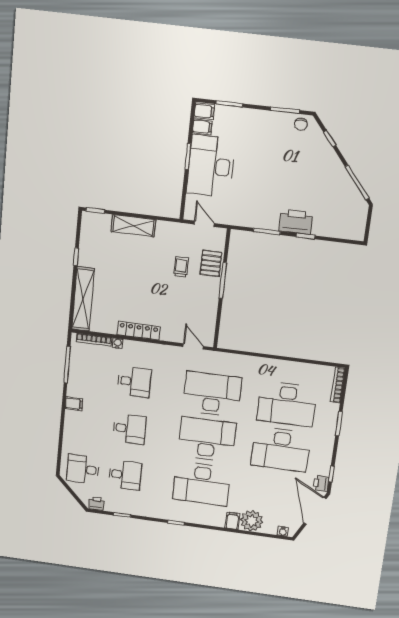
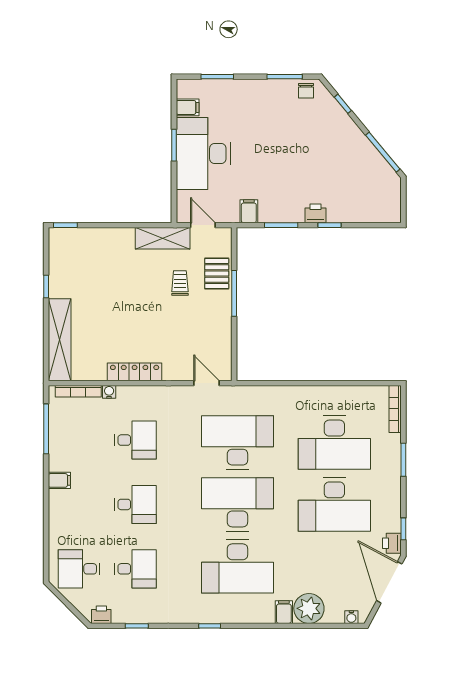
filing cabinet: (204, 111) -> (249, 211), moved, turned -90
printer: (296, 222) -> (316, 213), width x0.53, depth x0.68
shelving: (133, 226) -> (163, 238), moved

